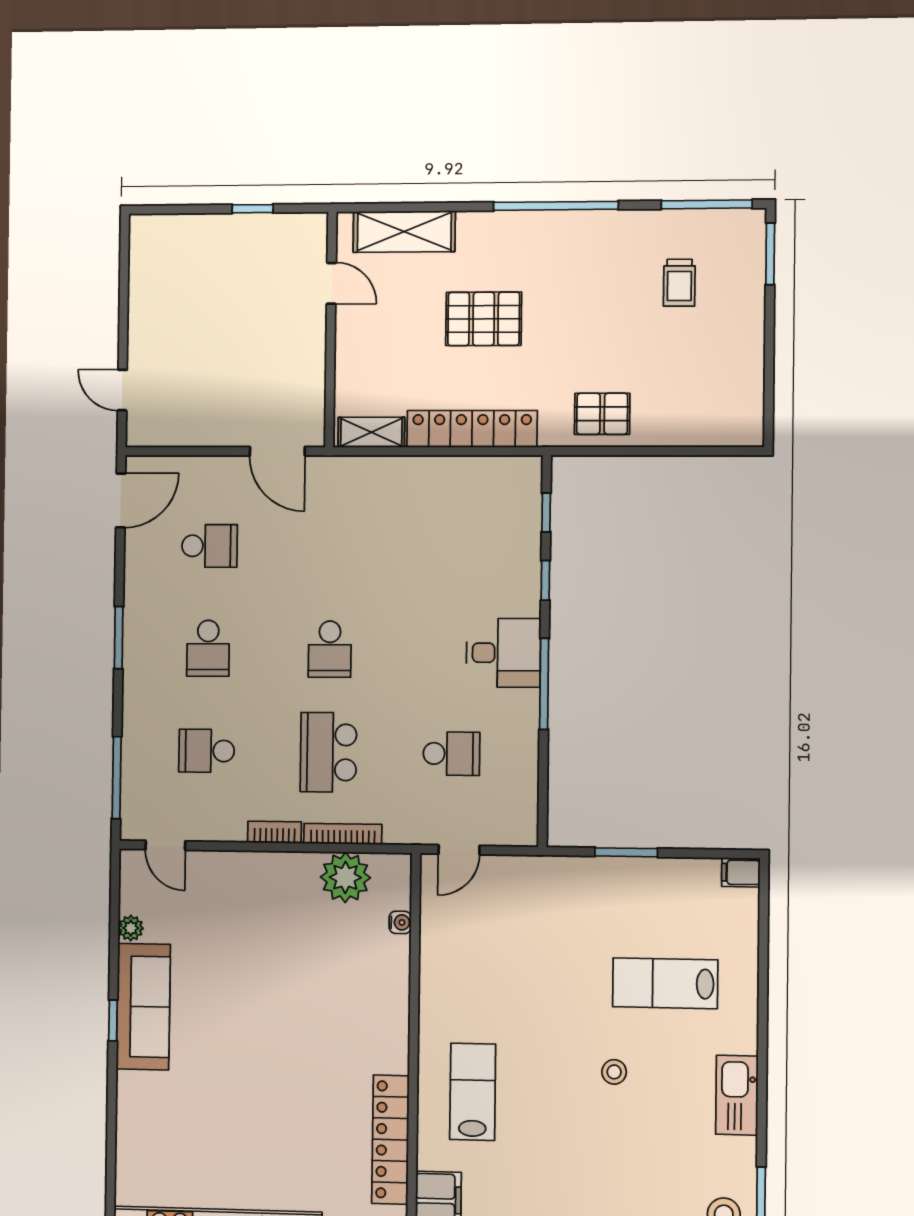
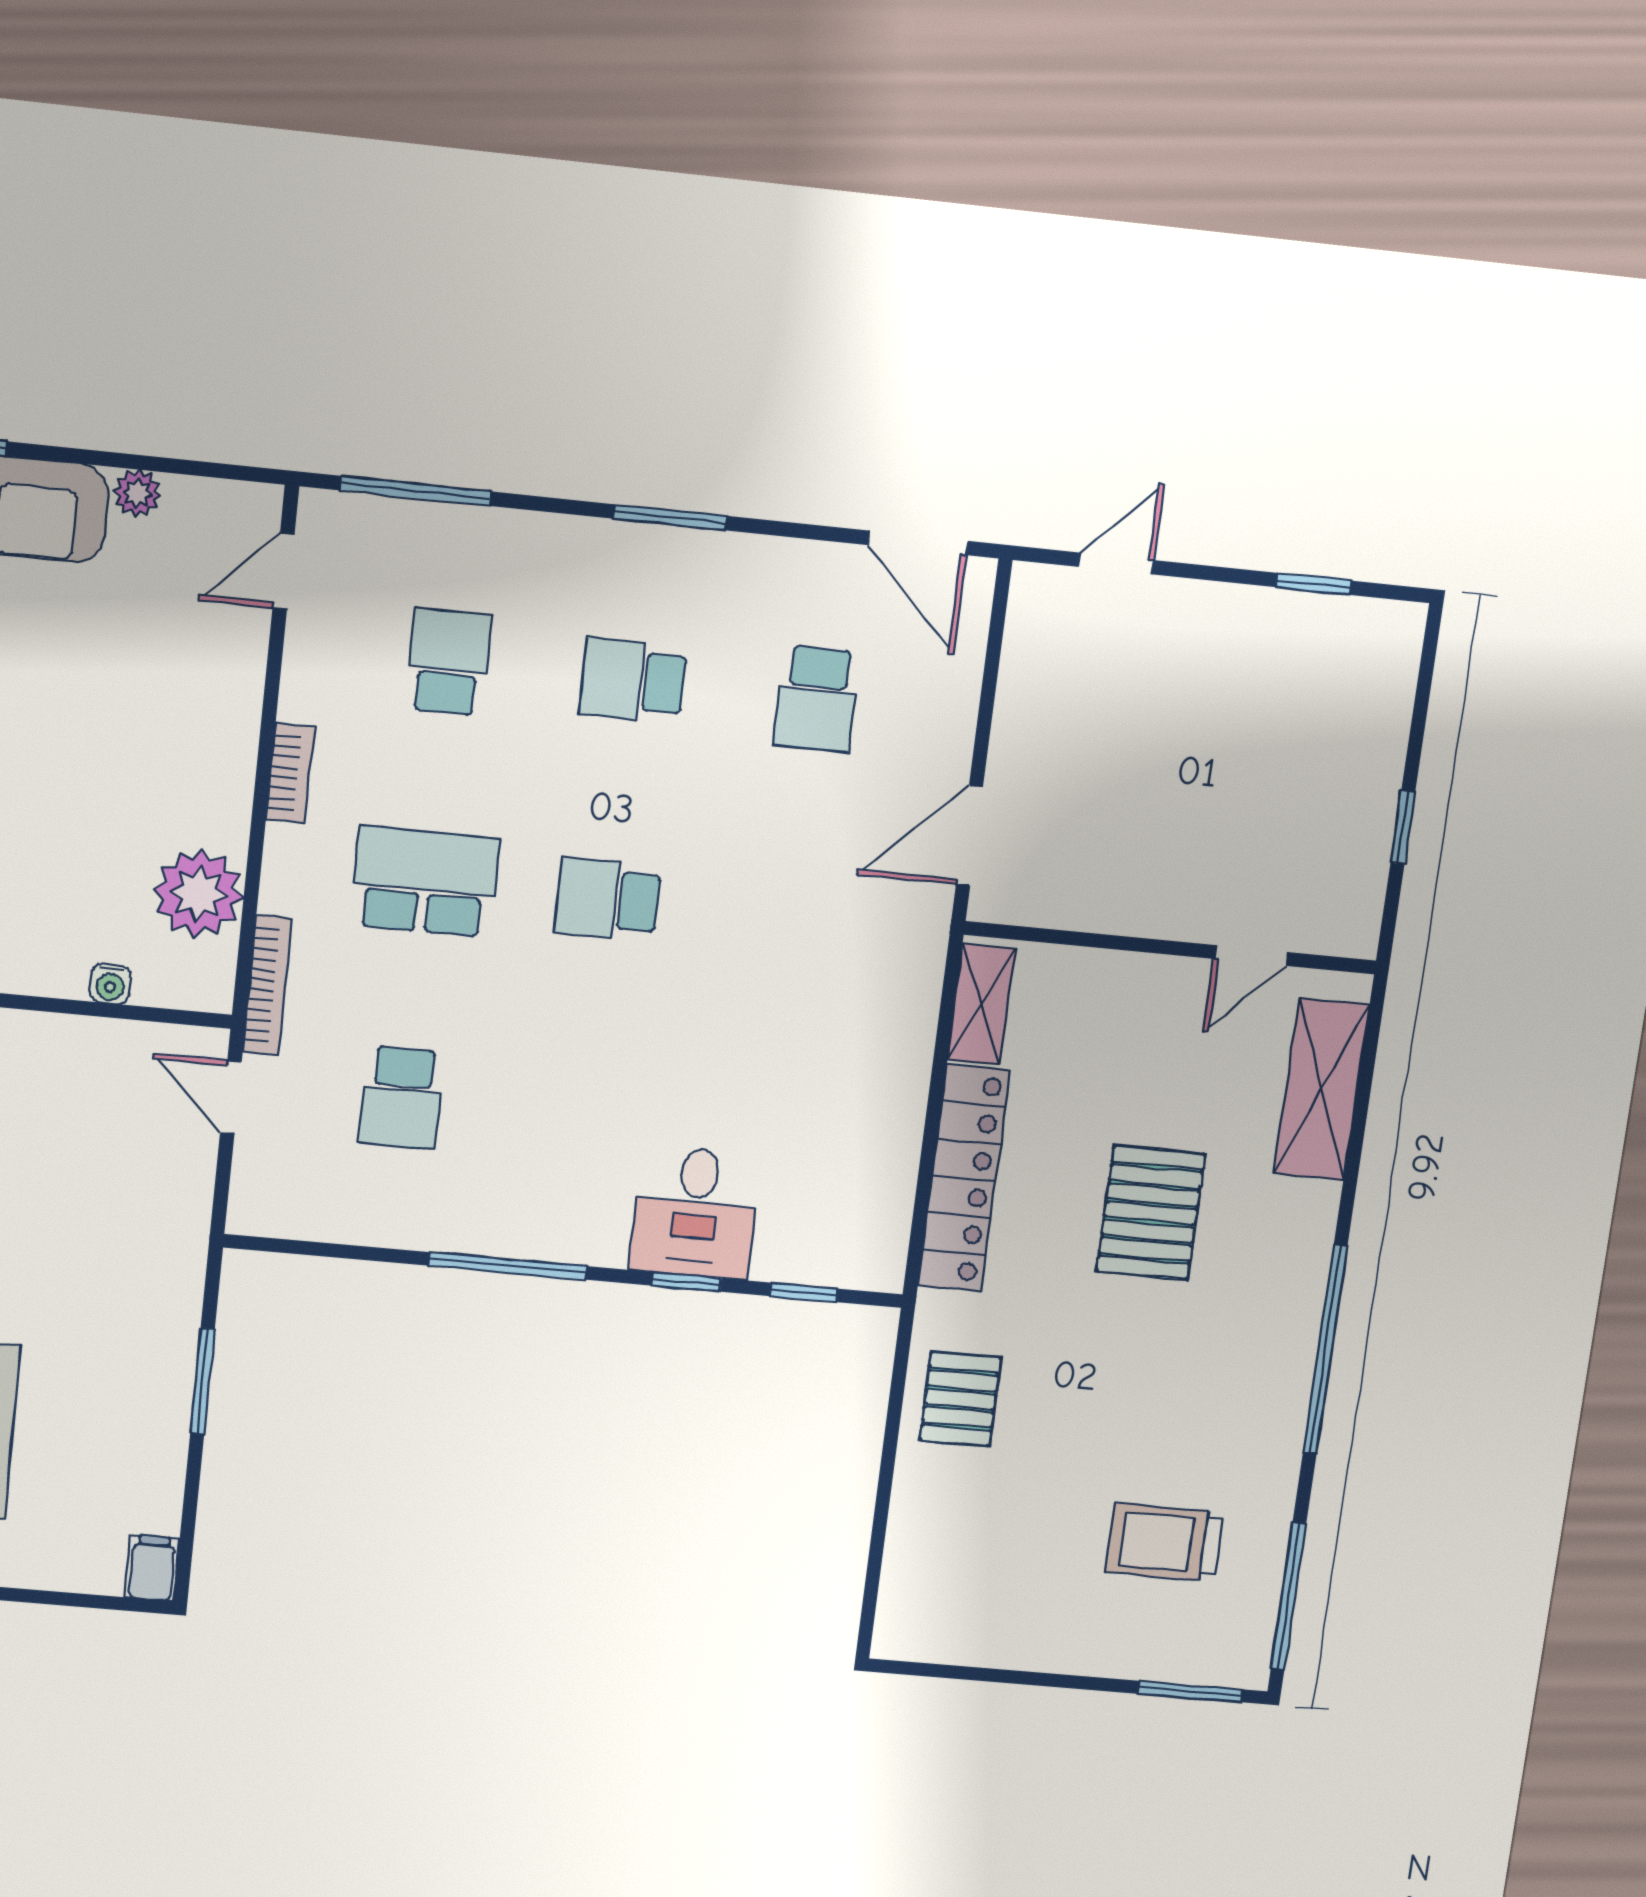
window: (124, 280) -> (1313, 584), added
trolley: (679, 283) -> (1164, 1542), width x1.36, depth x1.39
desk: (504, 653) -> (695, 1213), moved
bookcase: (343, 834) -> (267, 985), moved

